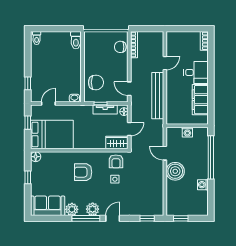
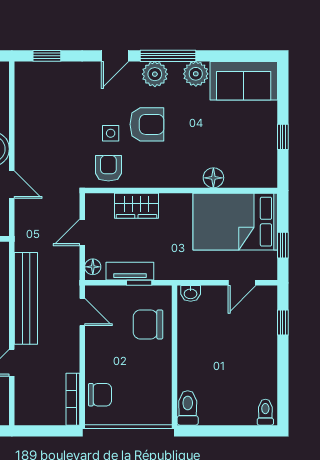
wardrobe: (117, 142) -> (136, 206), moved
floor lamp: (36, 157) -> (213, 178), moved
armchair: (83, 172) -> (147, 124), moved

